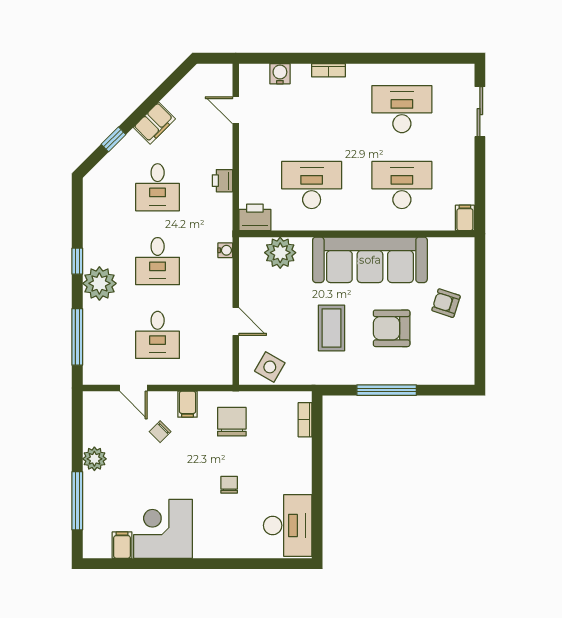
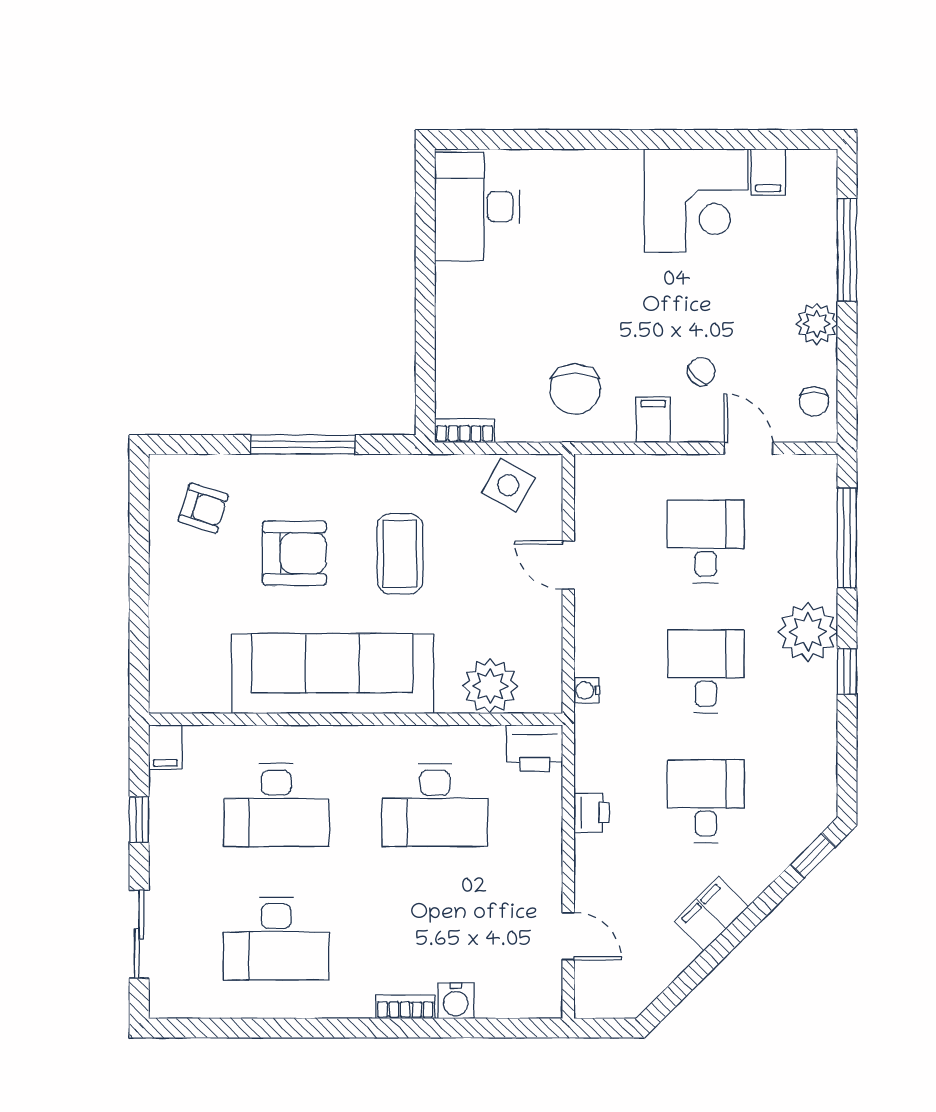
water cooler: (280, 74) -> (456, 1001), moved
window: (113, 139) -> (813, 856), moved
window: (480, 177) -> (139, 820), added
armchair: (446, 303) -> (203, 508), moved
bookcase: (305, 420) -> (465, 431), moved, turned -90
chair: (229, 485) -> (814, 401), moved

